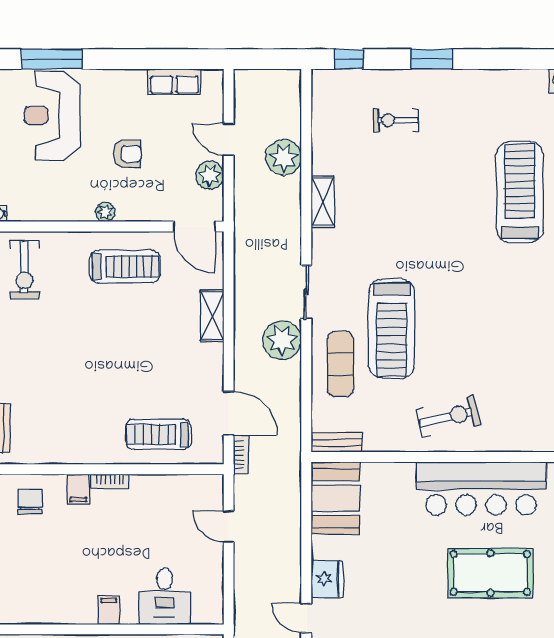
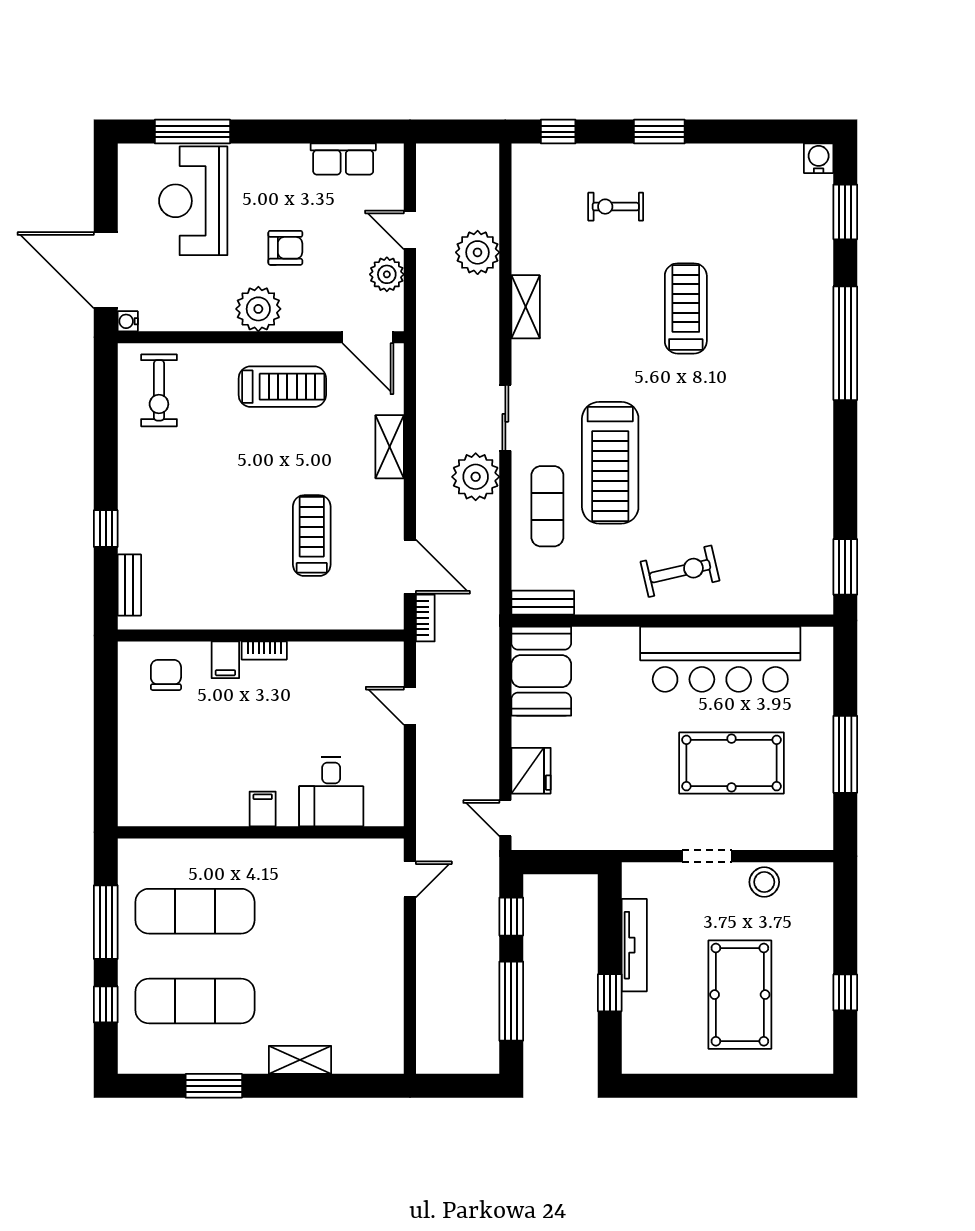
treadmill: (520, 192) -> (686, 308), moved, width x0.73, depth x0.73
plant: (105, 212) -> (258, 309), width x1.88, depth x1.88
treadmill: (158, 434) -> (312, 536), moved, turned 90

